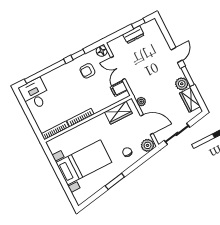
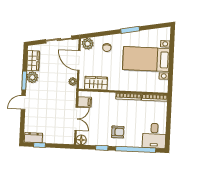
dresser: (133, 35) -> (33, 138), moved
armchair: (87, 71) -> (118, 132), moved

